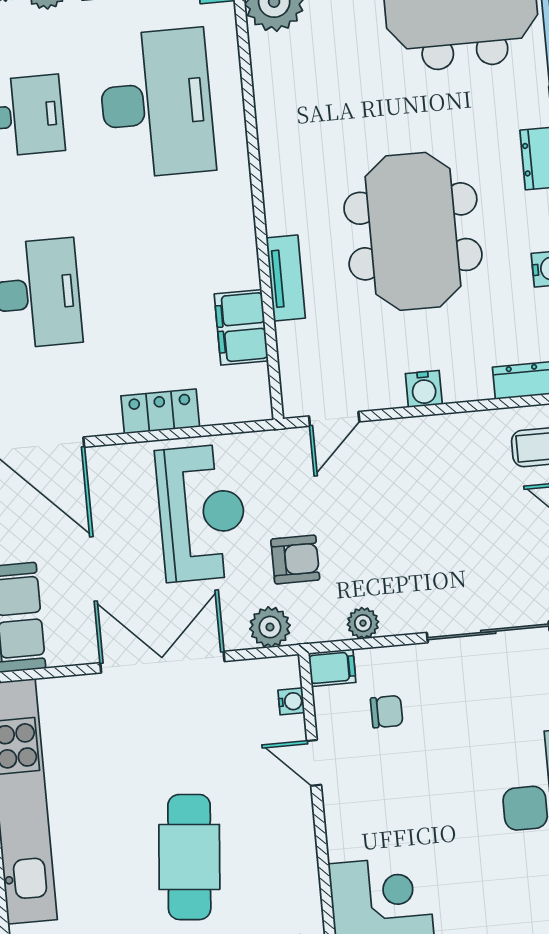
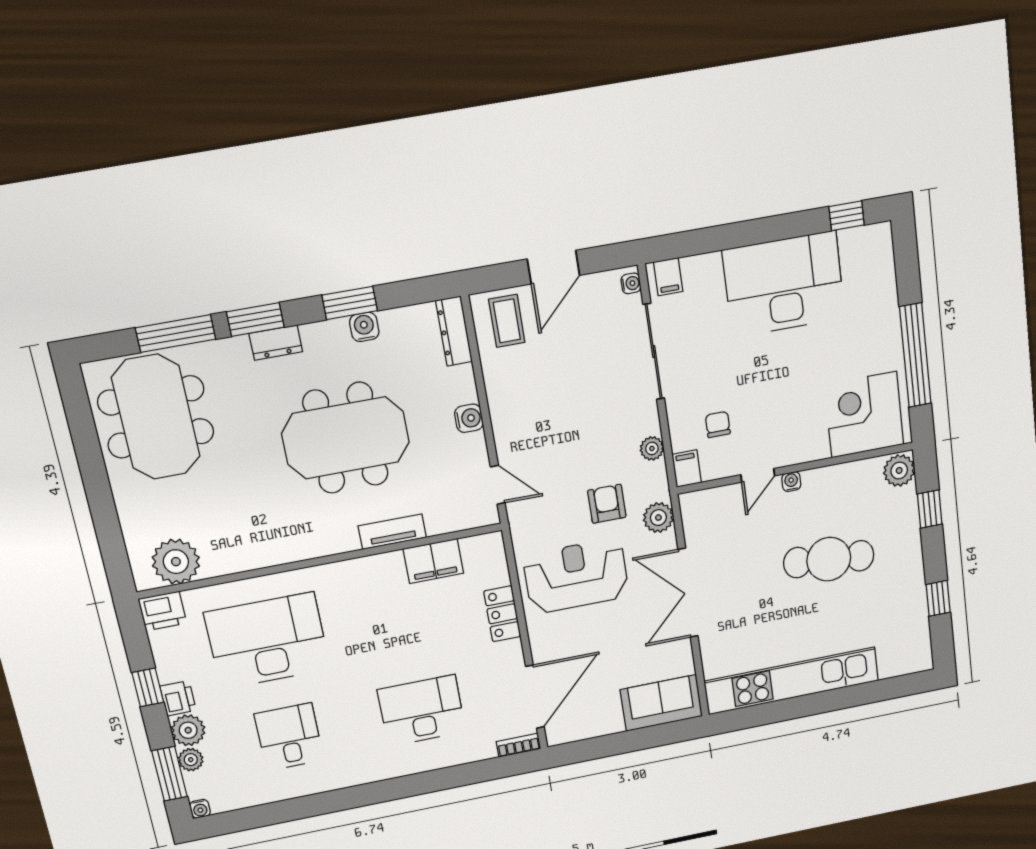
water cooler: (291, 701) -> (791, 482), moved

